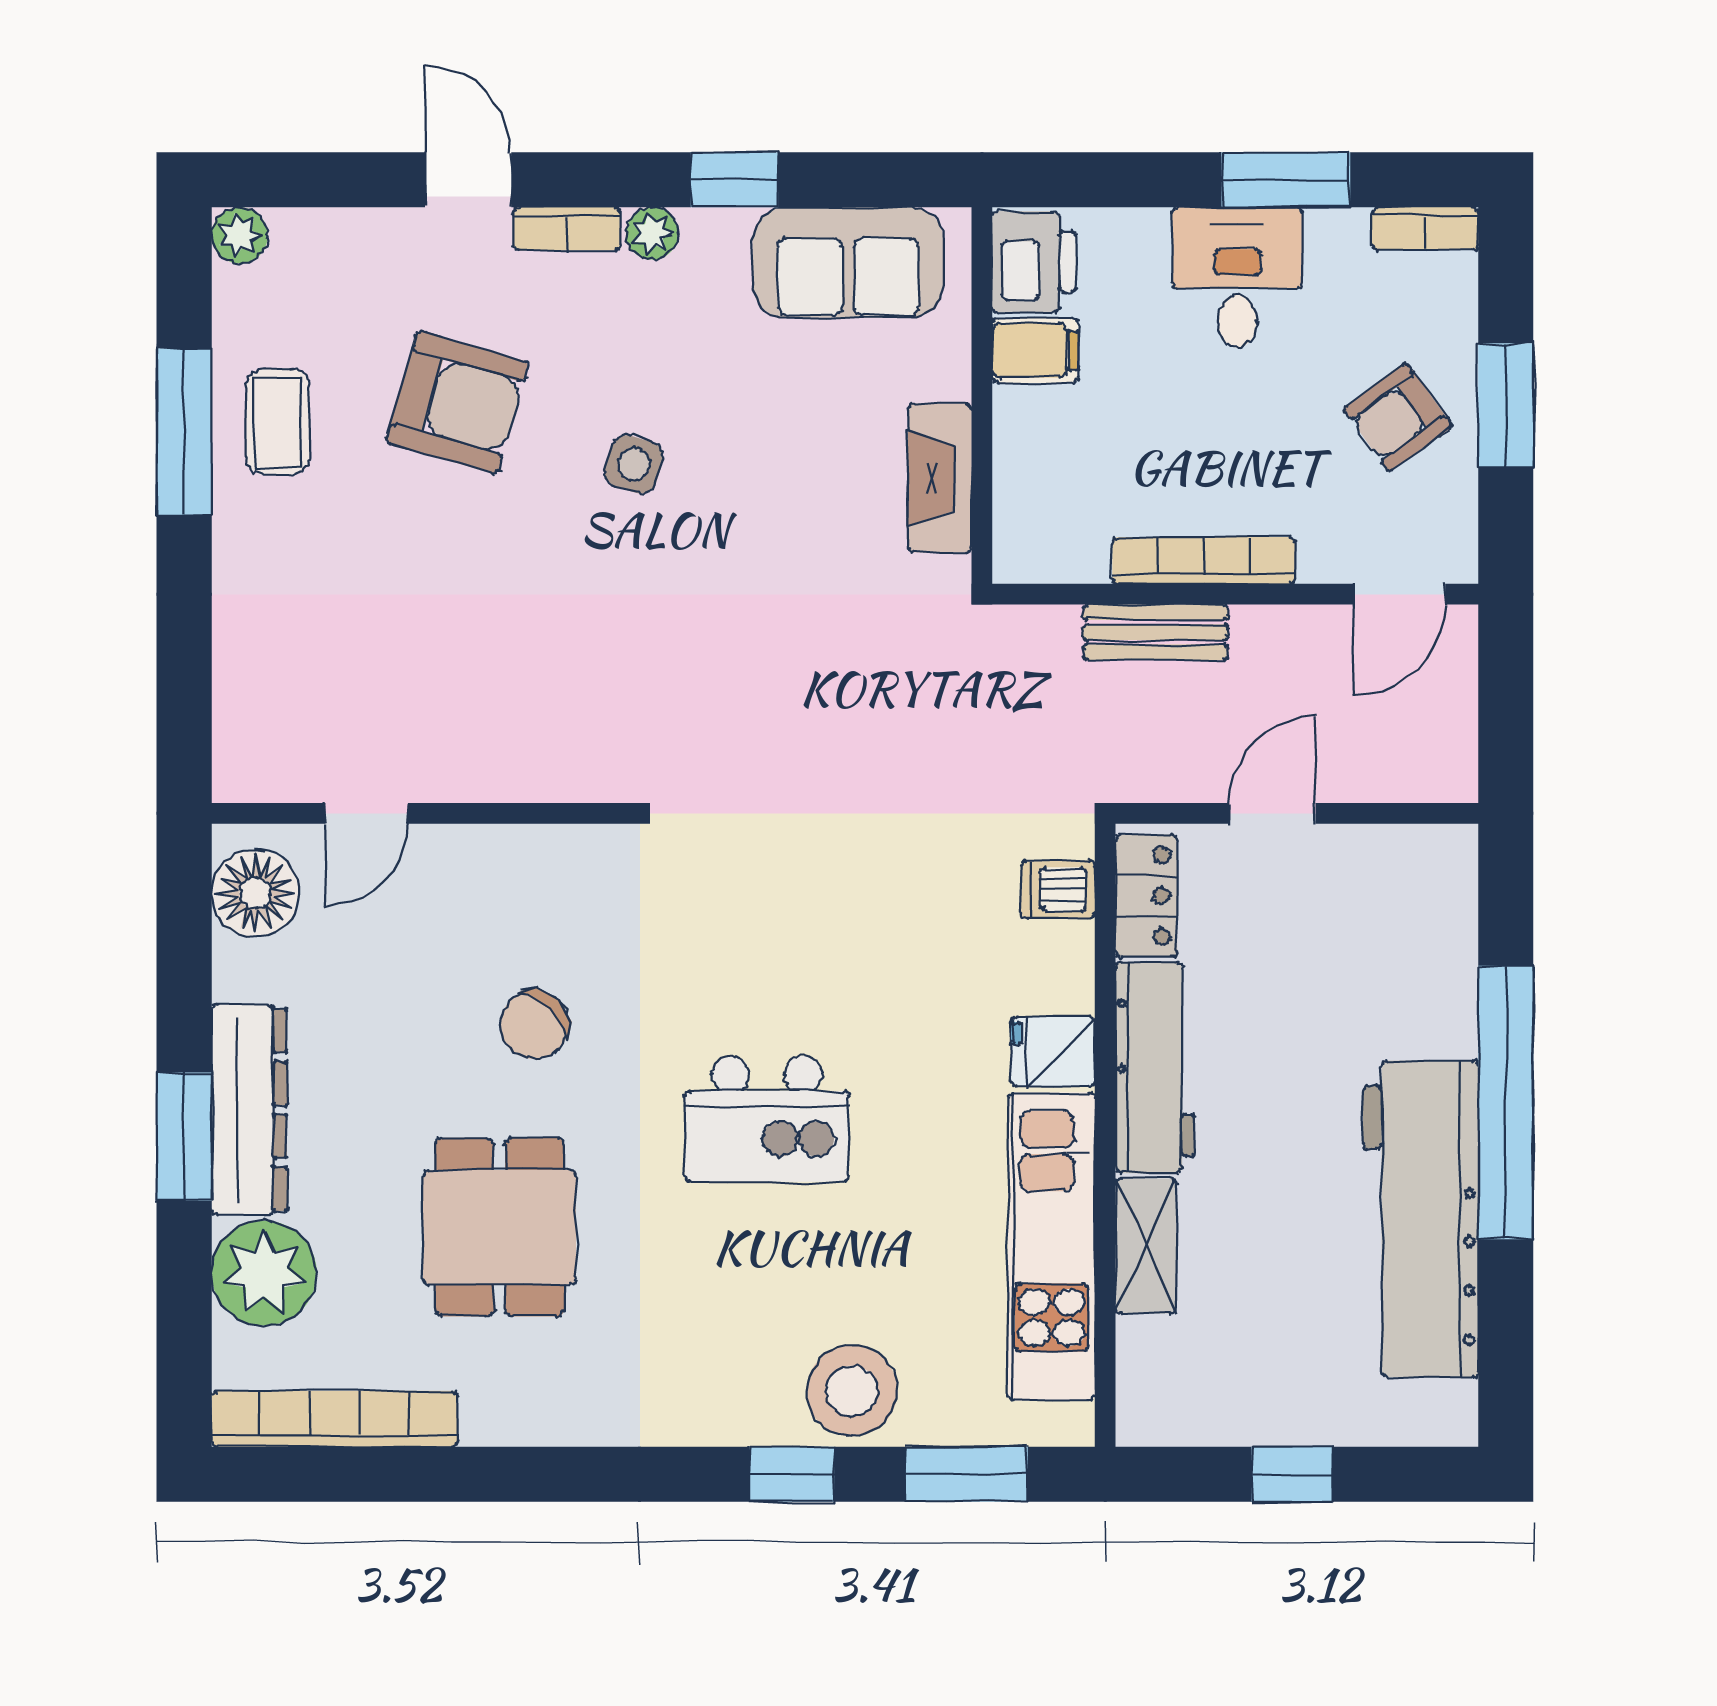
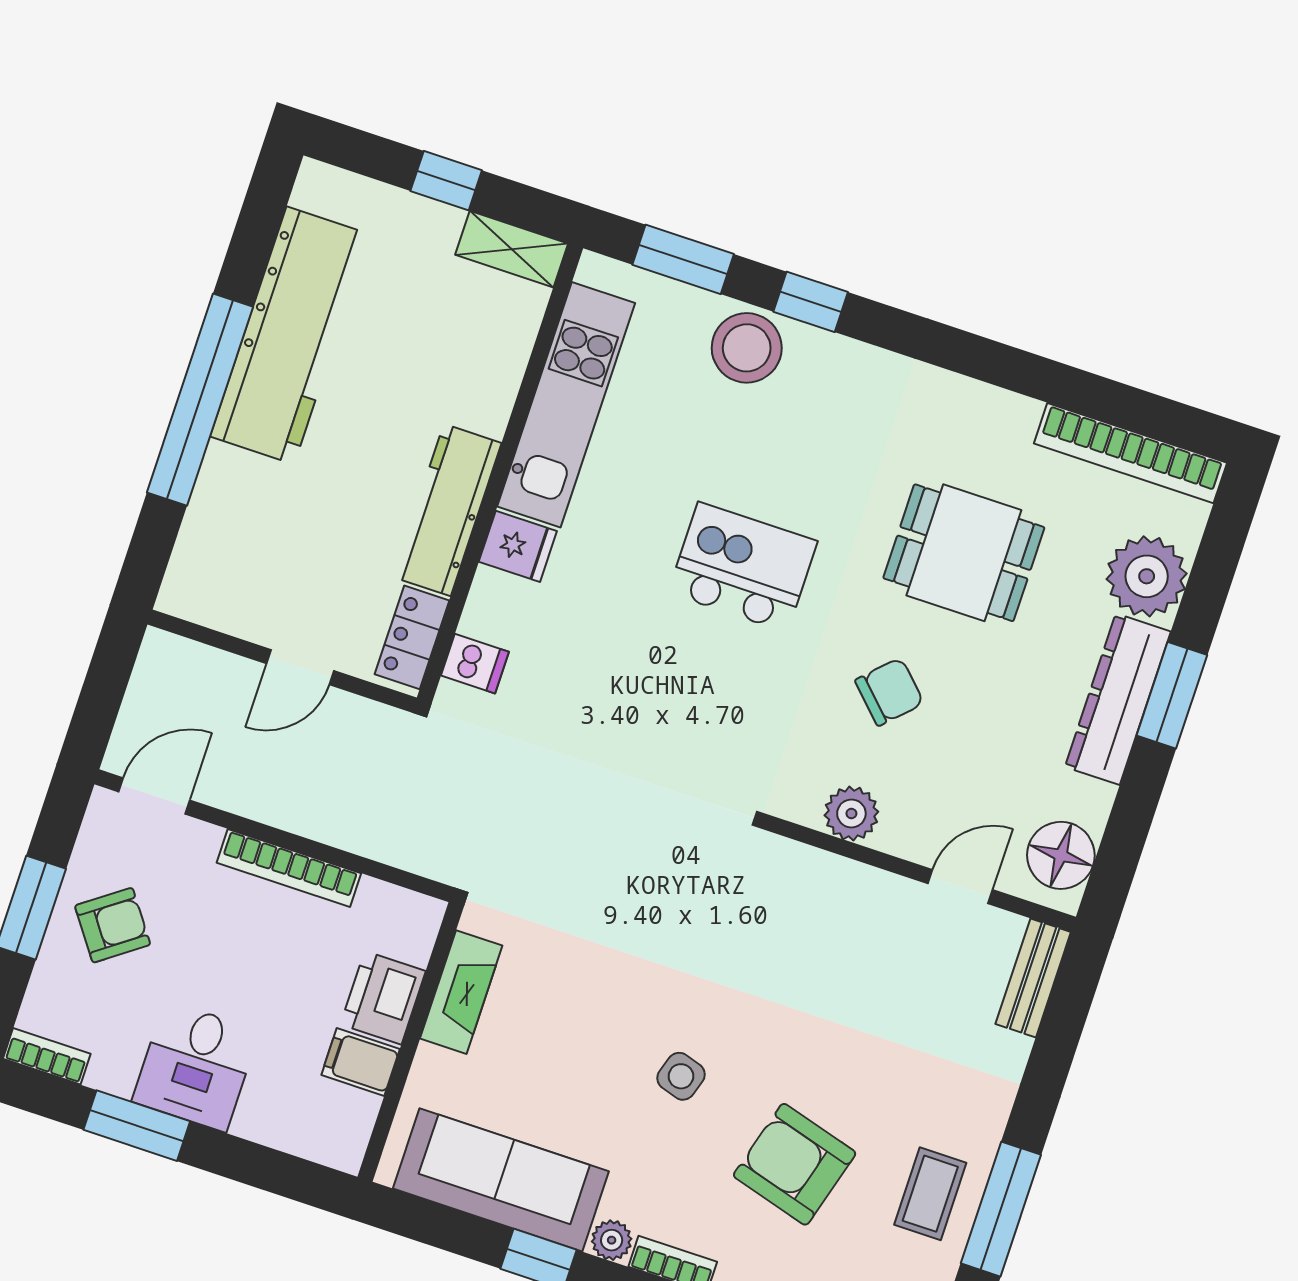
sofa: (848, 262) -> (501, 1180), width x1.36
printer: (1034, 262) -> (383, 998), moved
bench: (1156, 632) -> (1033, 978), moved, turned 90
plant: (531, 859) -> (851, 813), added
dining table: (500, 1227) -> (964, 553), turned 90
shelving: (1146, 1246) -> (512, 249), moved, turned 90

